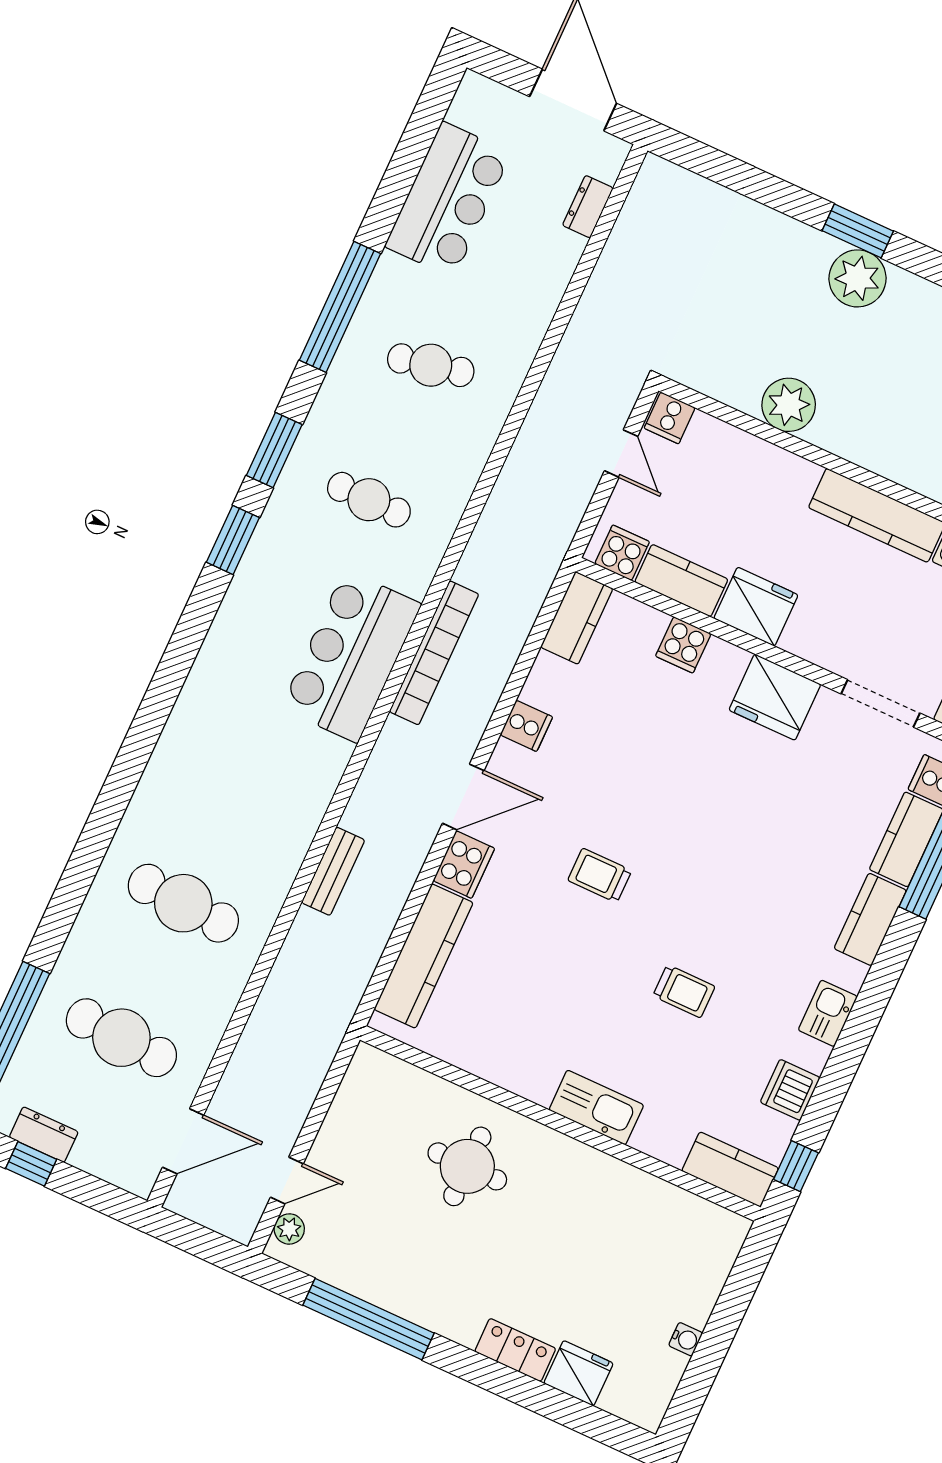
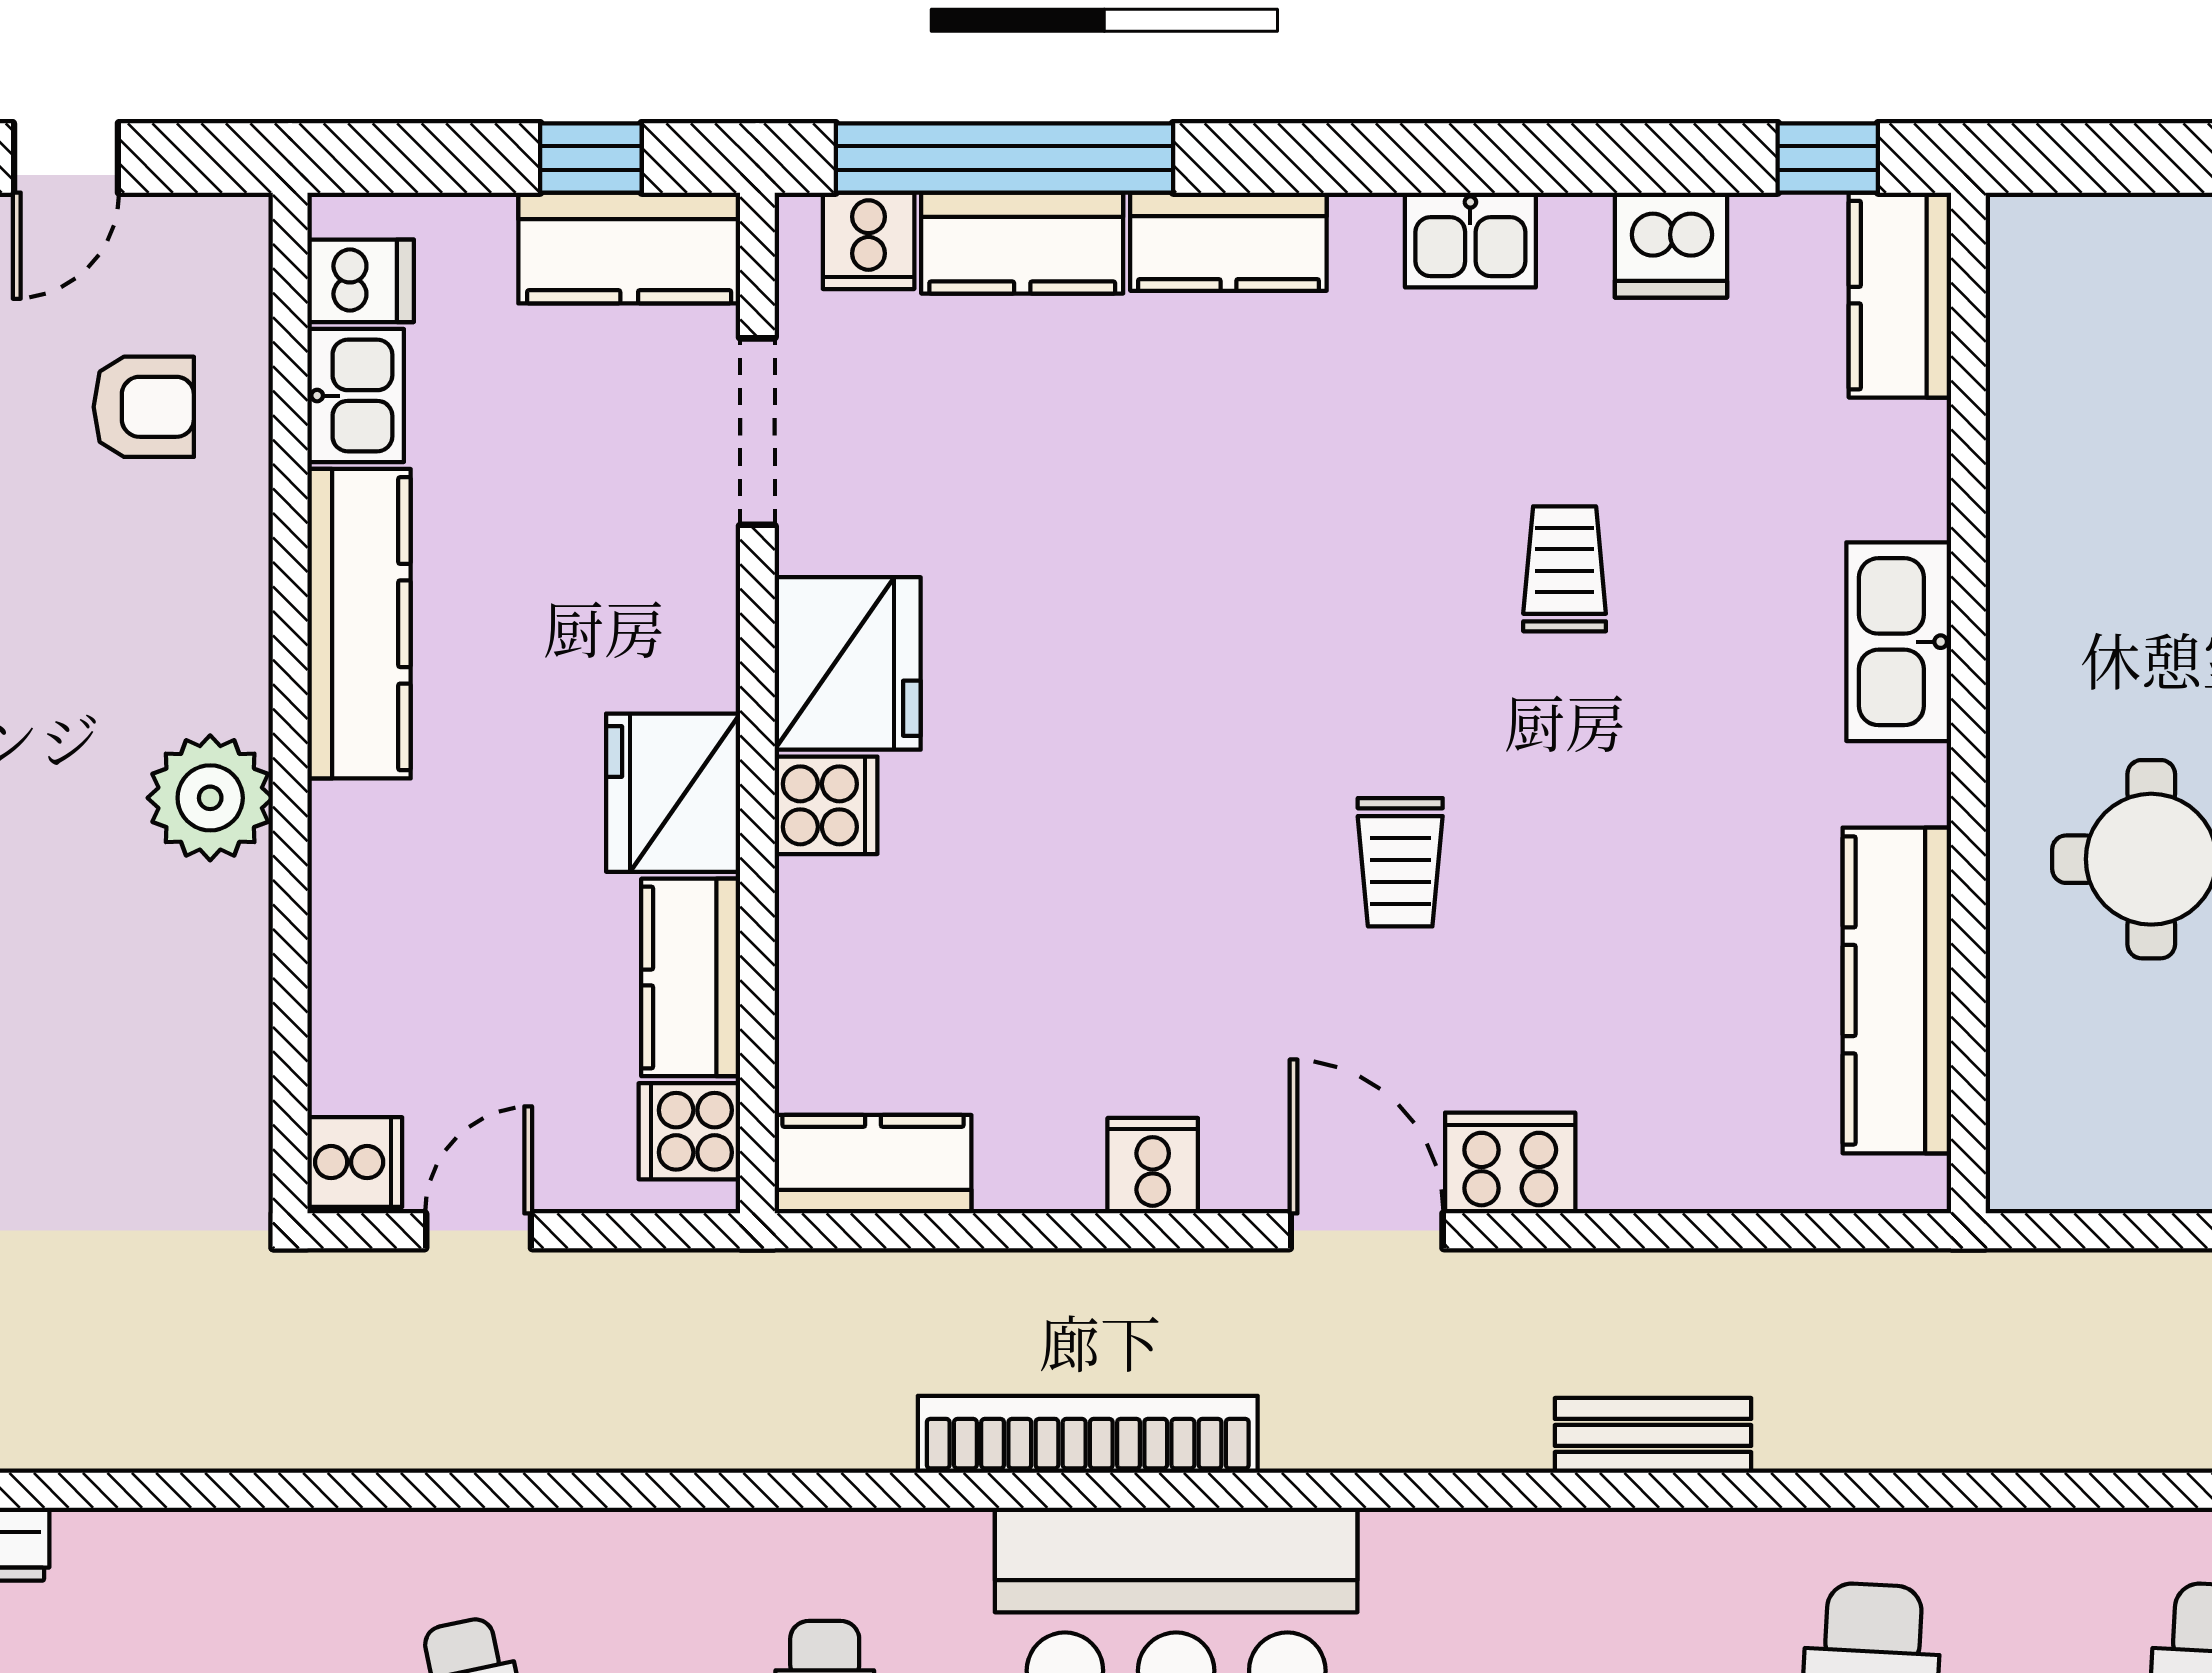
plant: (789, 405) -> (210, 798), moved
cooker: (683, 645) -> (826, 805), moved
kitchen counter: (424, 956) -> (1897, 990), moved, turned -90

